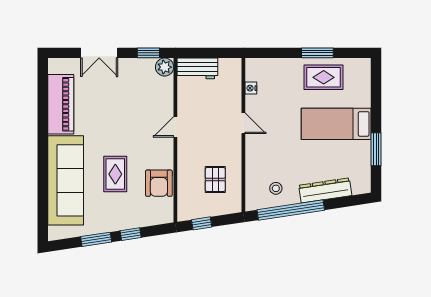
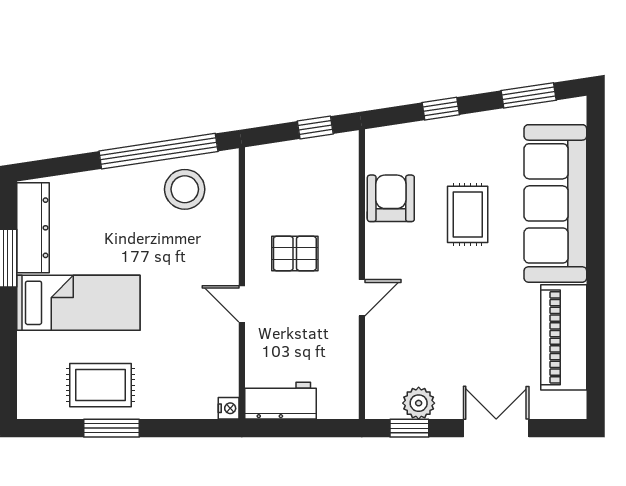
plant: (165, 67) -> (419, 403), moved
workbench: (197, 68) -> (280, 401), moved
nightstand: (251, 88) -> (229, 408), moved
pallet: (215, 179) -> (295, 253), moved, turned 90
stool: (276, 188) -> (185, 189), width x1.89, depth x1.89
dresser: (325, 190) -> (33, 228), moved, turned -81
window: (96, 239) -> (529, 95), moved

